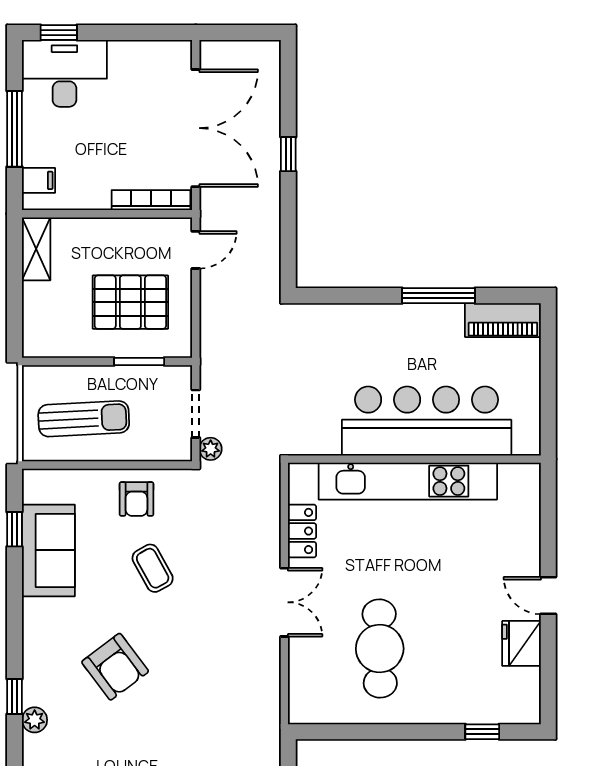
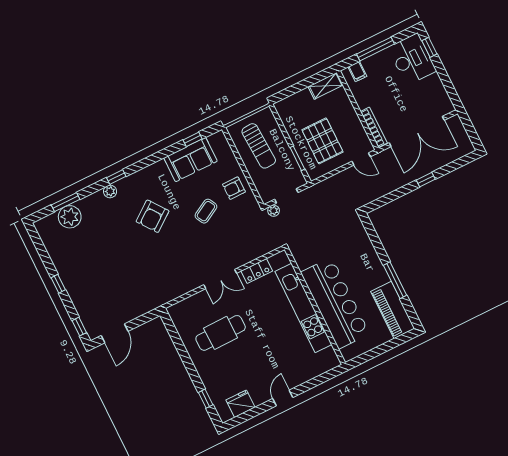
piano: (503, 320) -> (393, 310), width x1.37, depth x1.33
fridge: (522, 643) -> (241, 404), moved

